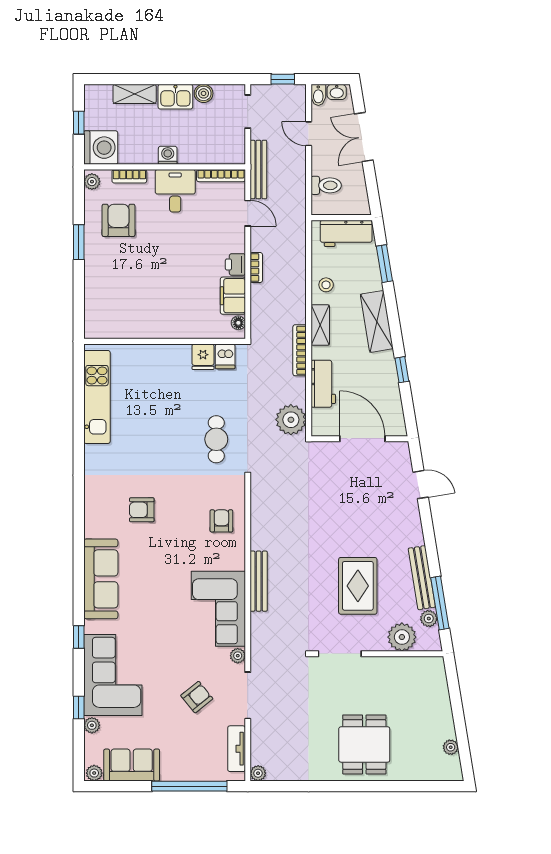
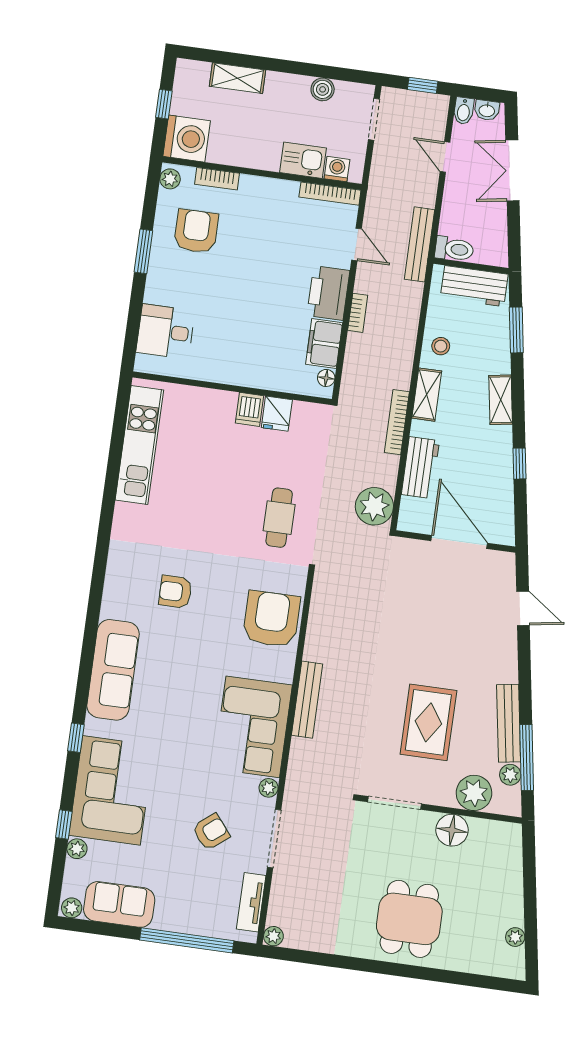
kitchen sink: (175, 97) -> (303, 160), moved, turned 180
washing machine: (168, 155) -> (337, 169), moved
bench: (258, 169) -> (420, 244), moved
toilet: (326, 185) -> (454, 249), moved
desk: (175, 191) -> (166, 332), moved, turned -90
printer: (235, 264) -> (328, 293), width x1.87, depth x1.48
shelving: (377, 321) -> (501, 400), width x0.67, depth x0.75
dishwasher: (225, 356) -> (250, 409), moved
armchair: (221, 521) -> (271, 619), width x1.88, depth x1.88
floor lamp: (389, 669) -> (452, 830), added

